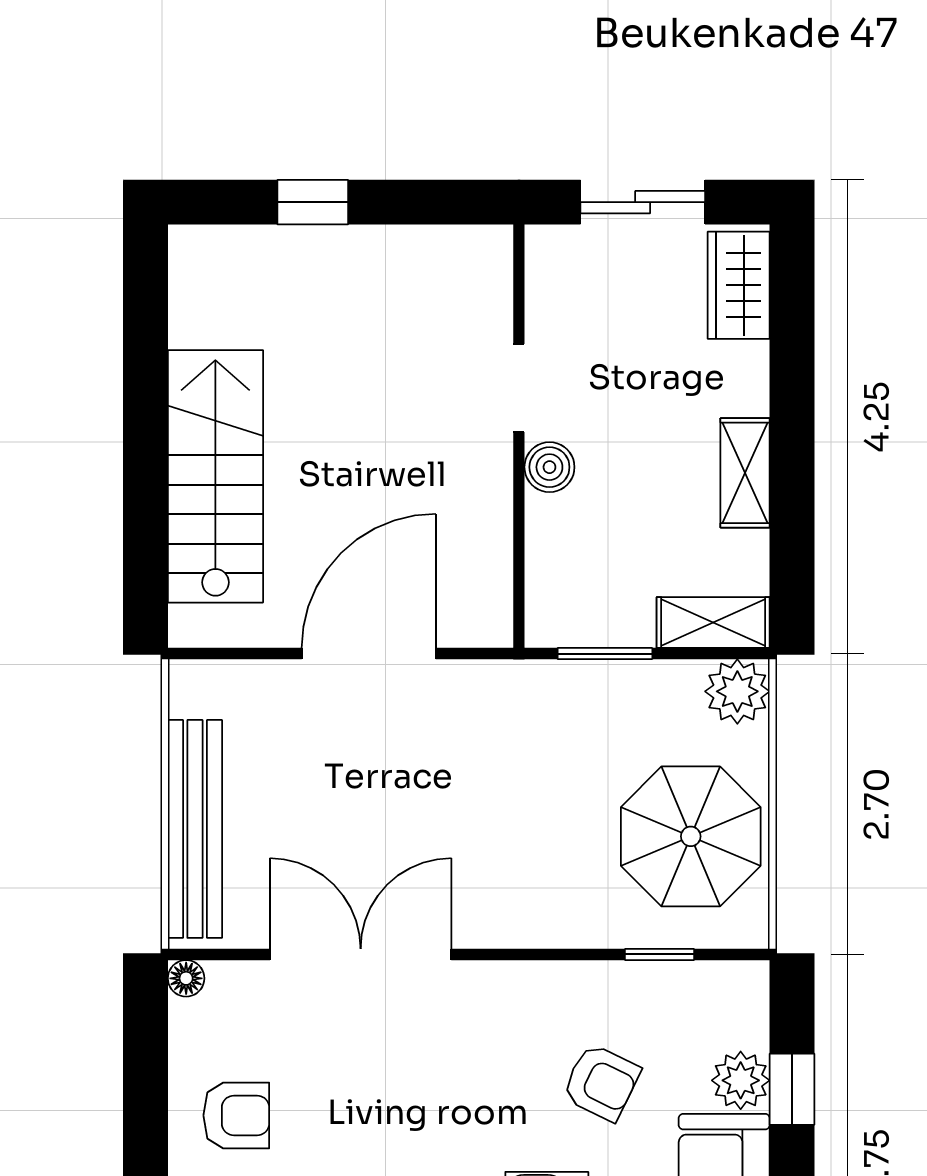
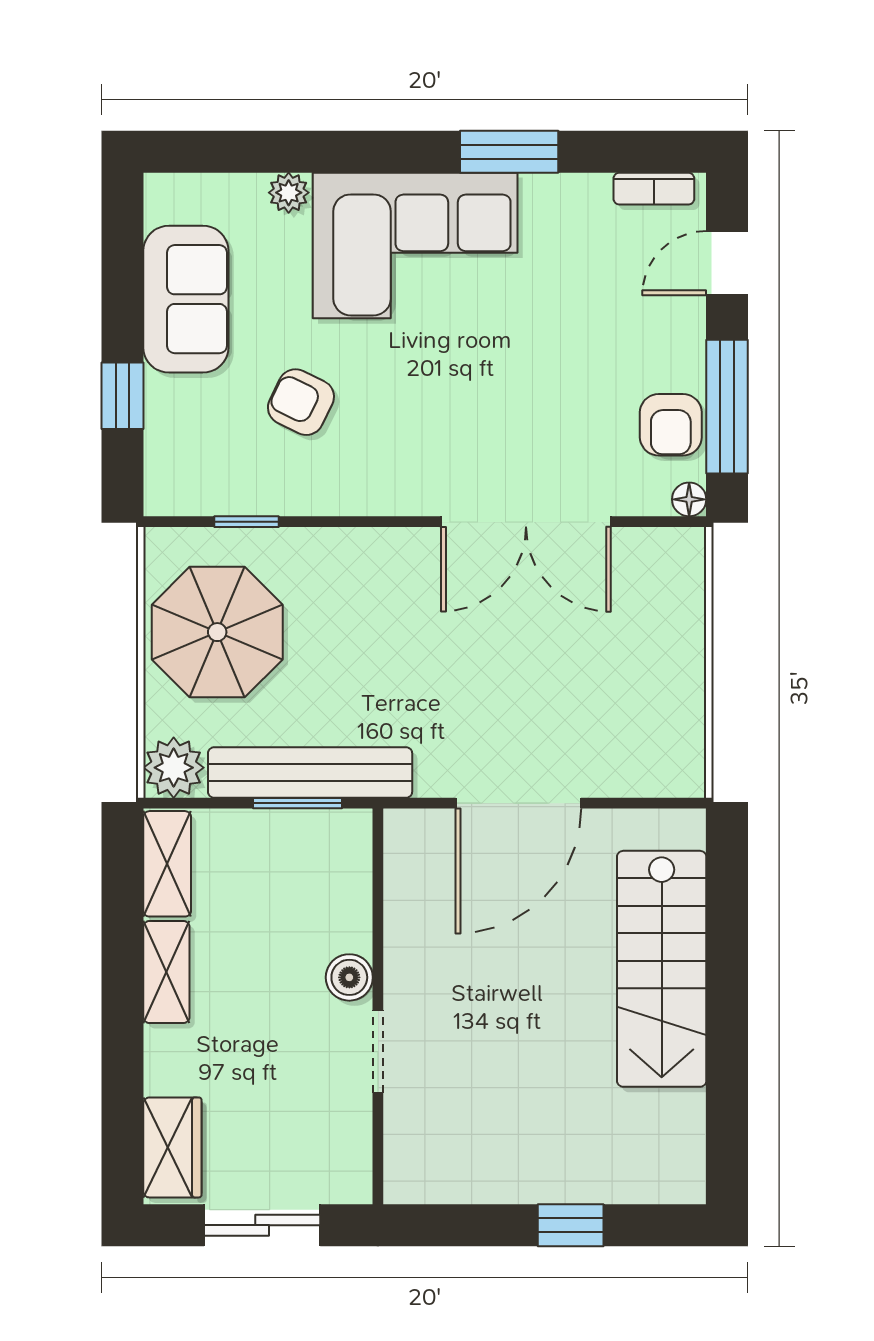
shelving: (713, 623) -> (167, 864), moved, turned 90
bench: (195, 829) -> (310, 772), moved, turned 90
window: (146, 1078) -> (727, 407), added
plant: (741, 1080) -> (170, 404), removed
armchair: (236, 1115) -> (671, 425), moved, turned -90

